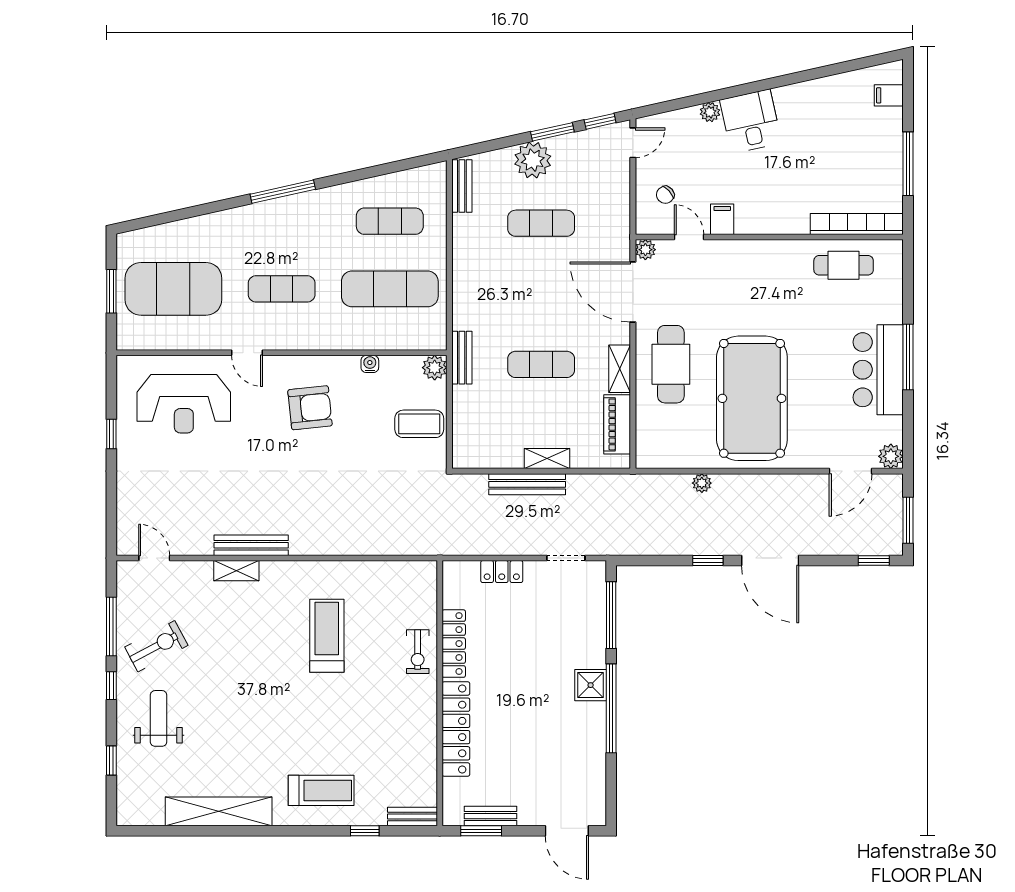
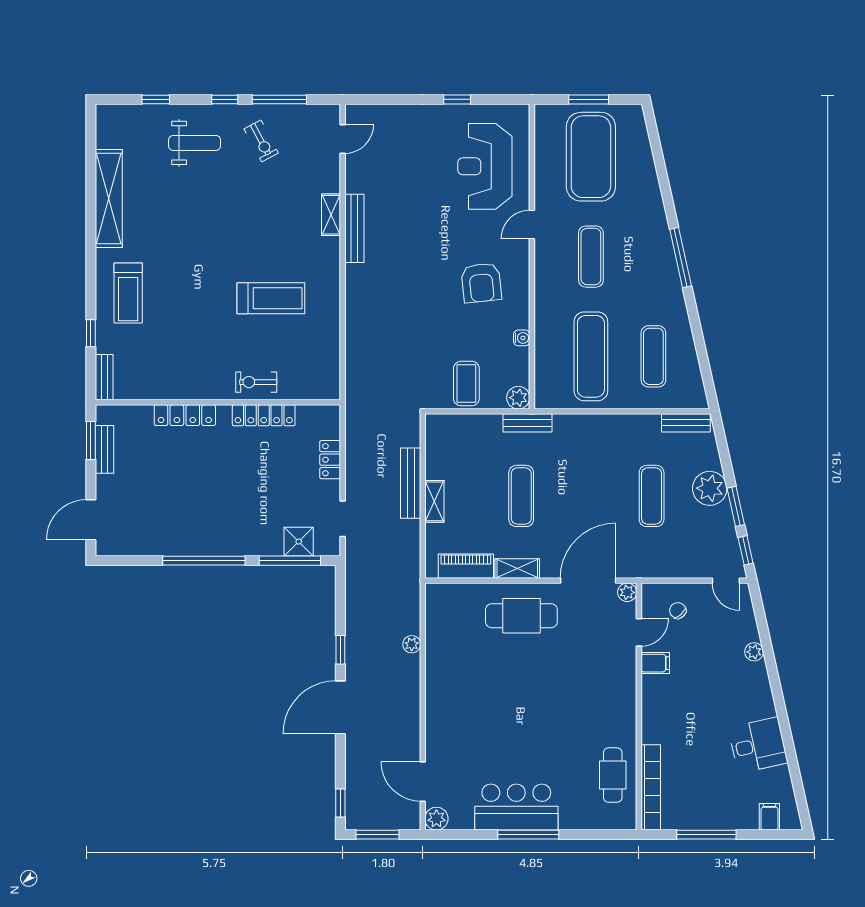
desk: (751, 121) -> (758, 745), moved
pool table: (752, 398) -> (490, 691), removed
exercise bike: (156, 646) -> (261, 141), width x0.73, depth x0.72
shower: (591, 685) -> (299, 542), moved
locker: (456, 729) -> (185, 415), width x0.71, depth x0.83

